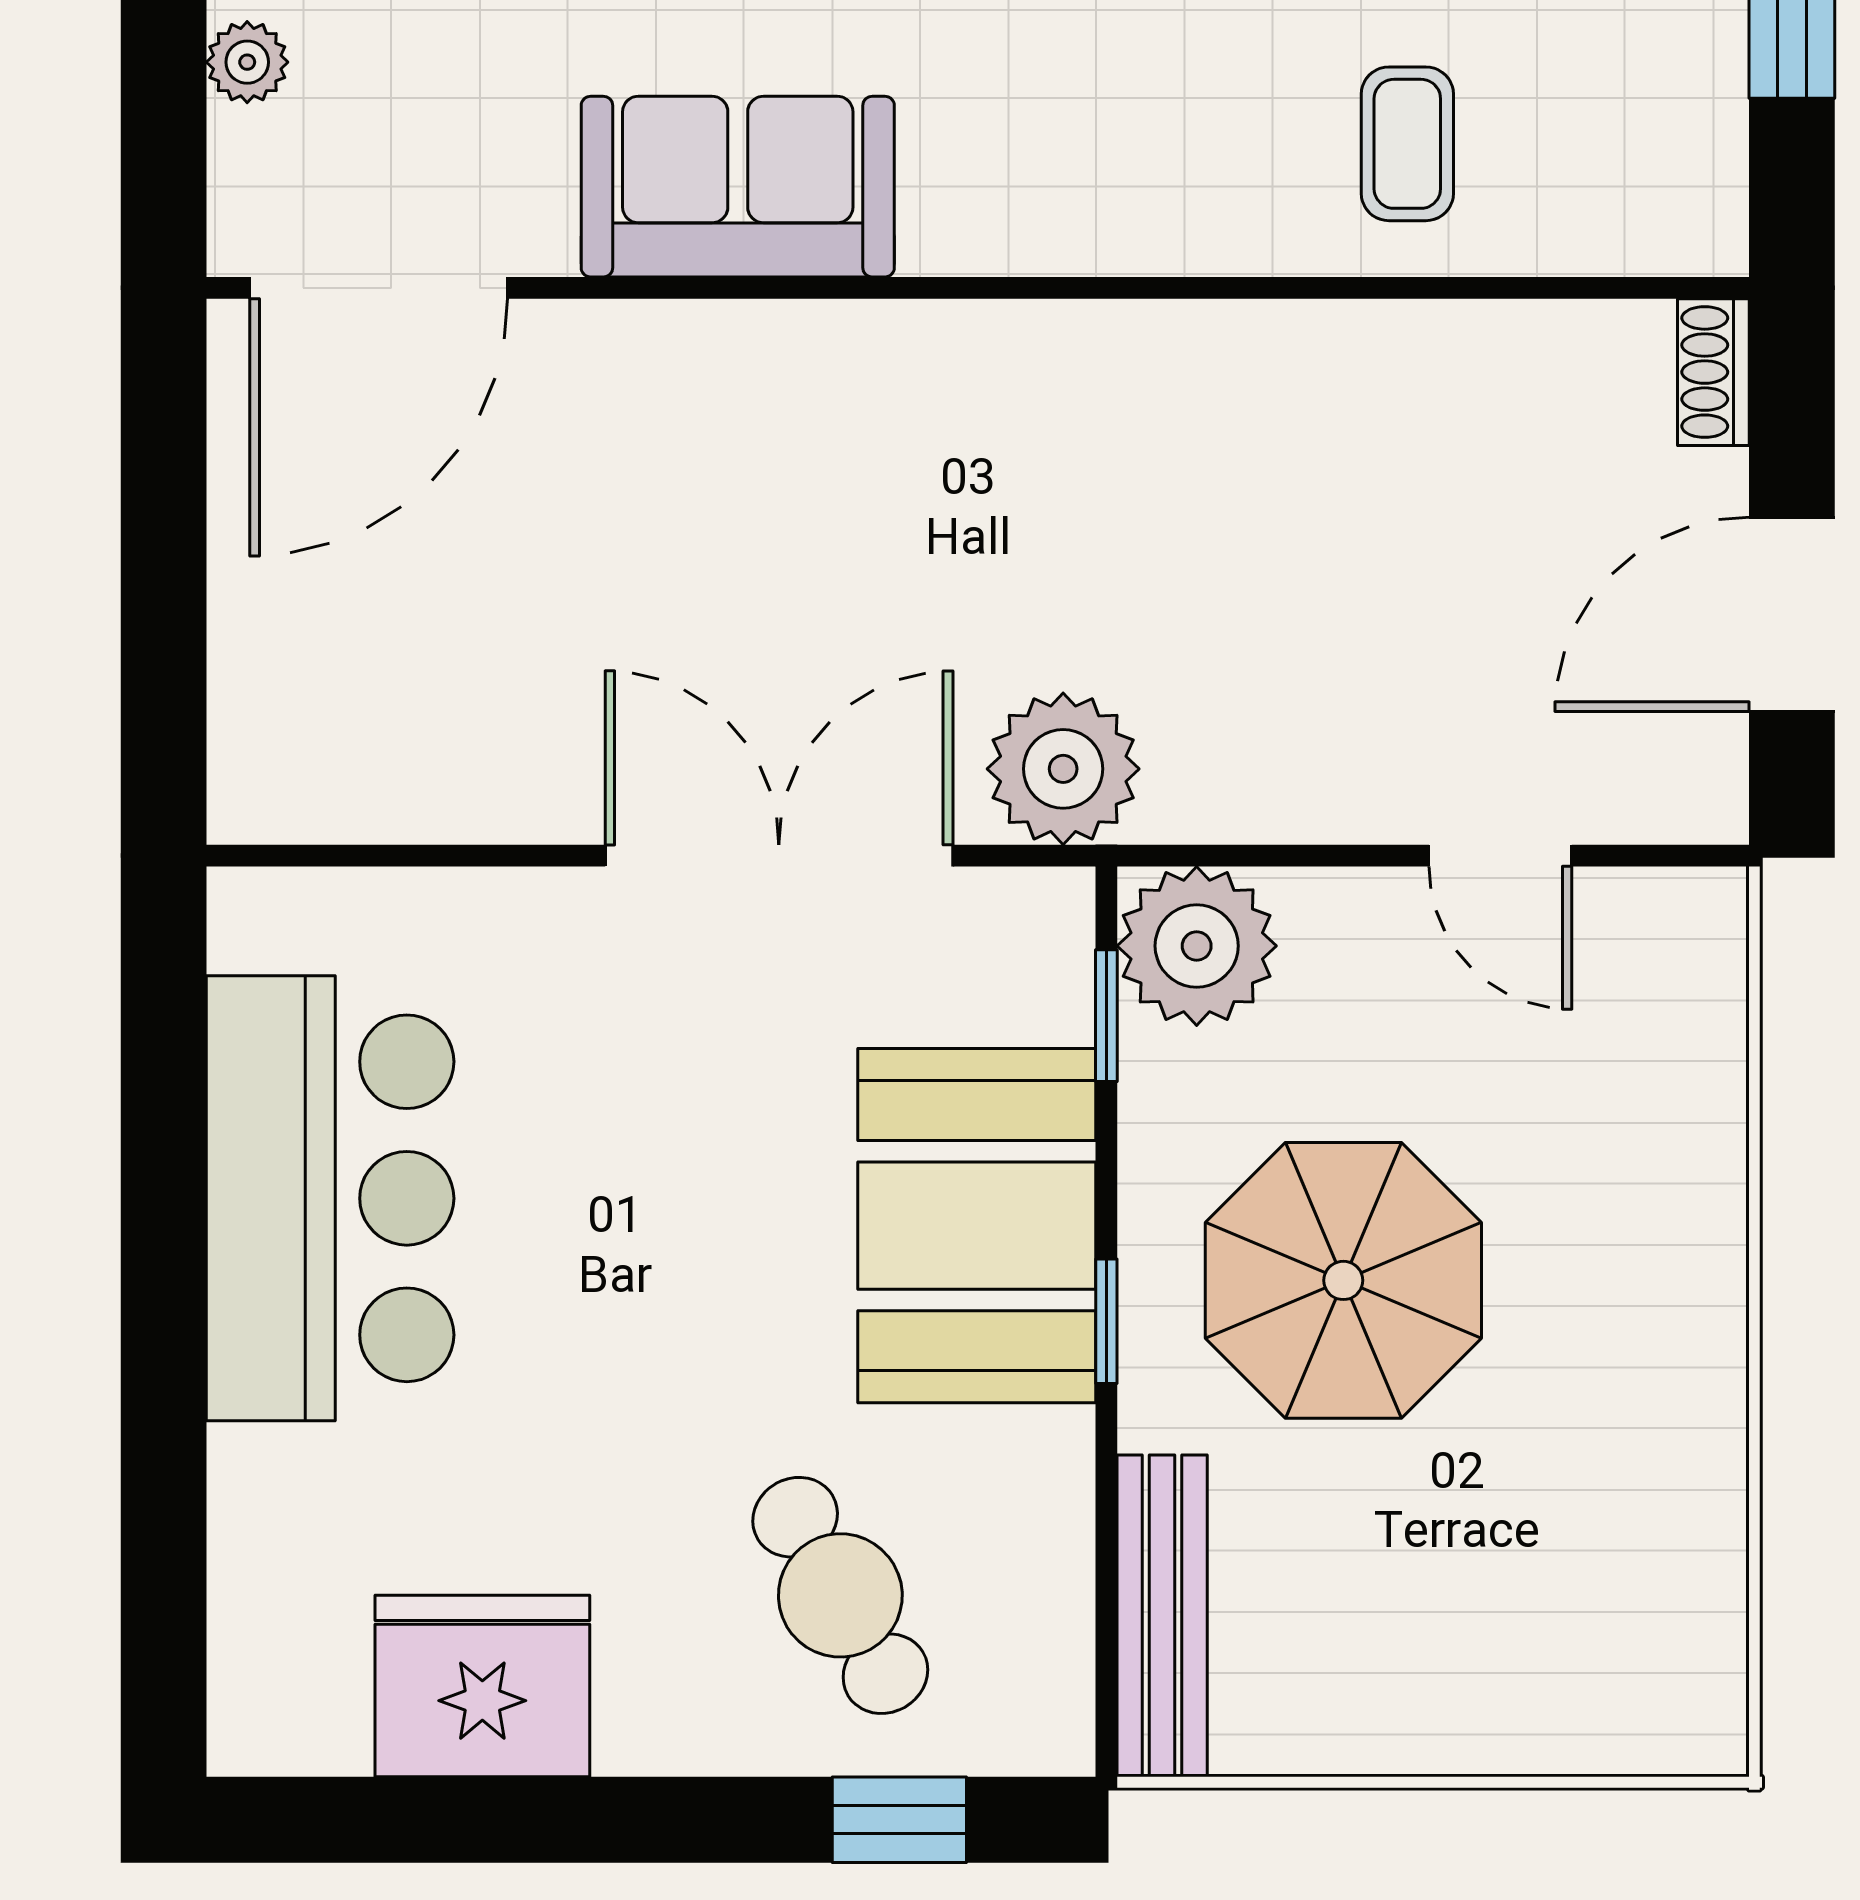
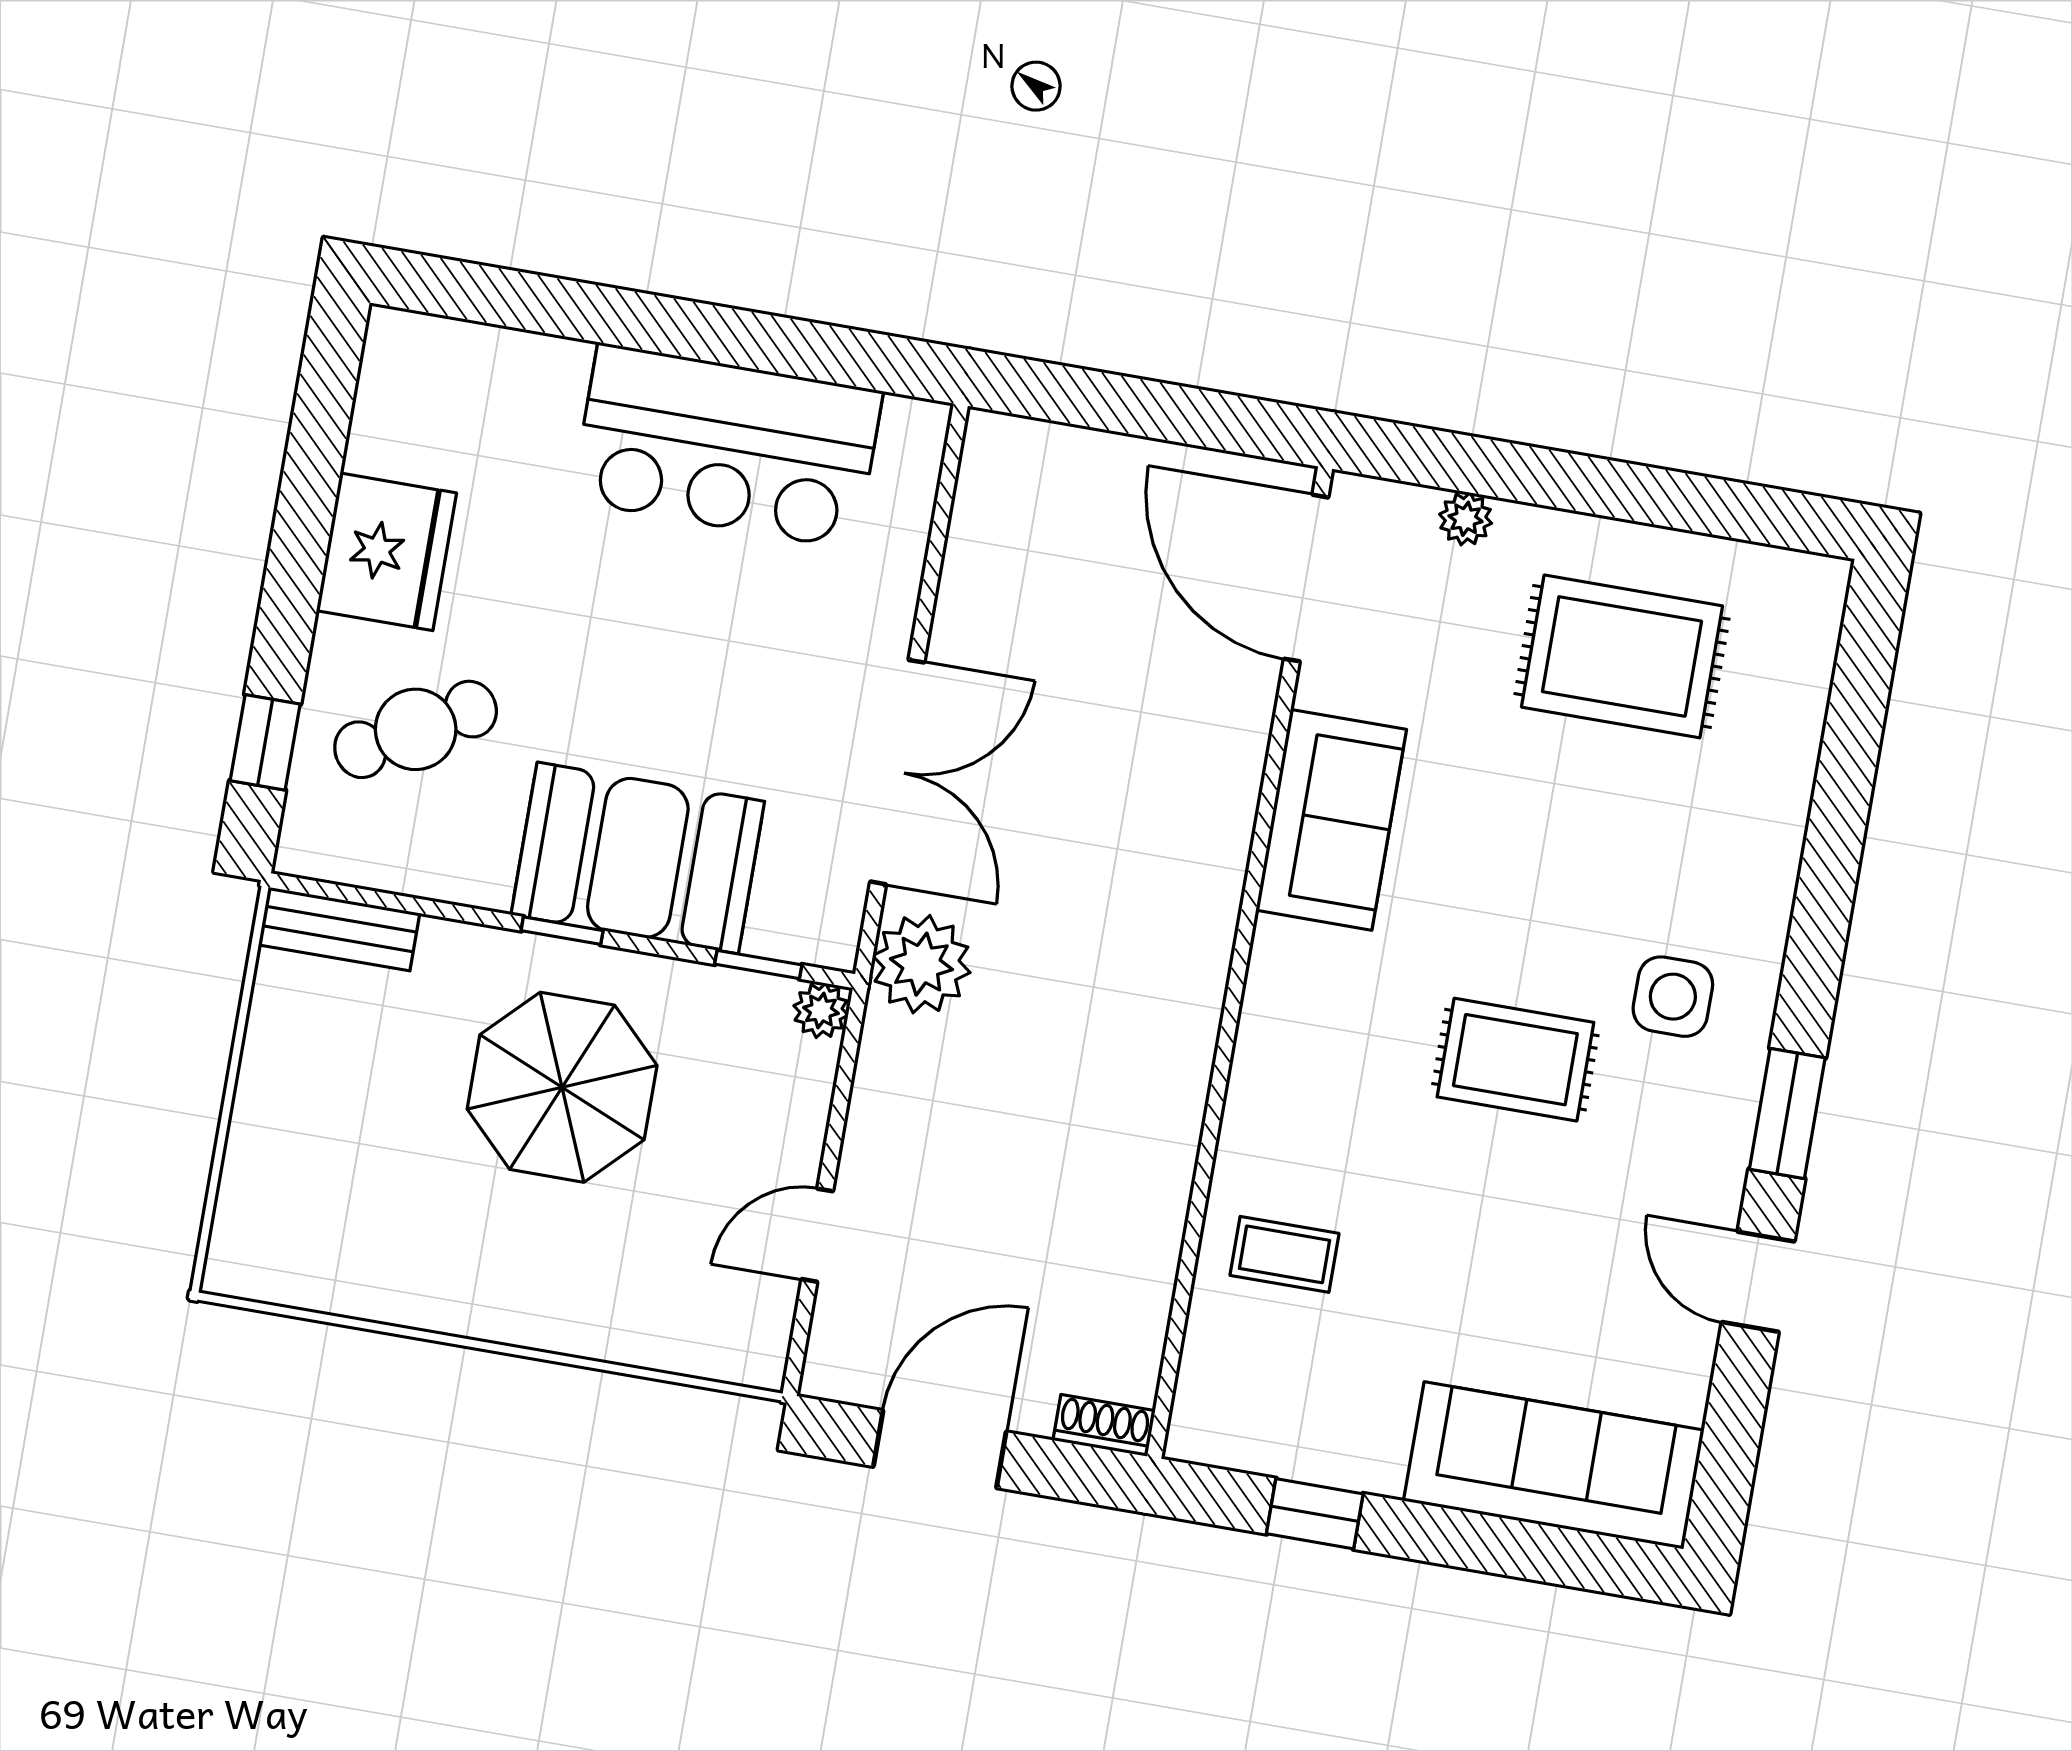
door: (1792, 614) -> (940, 1449), hinge flipped
plant: (1197, 946) -> (821, 1010), width x0.53, depth x0.53
bench: (1162, 1616) -> (339, 929), width x0.73
fridge: (482, 1686) -> (386, 552), moved

